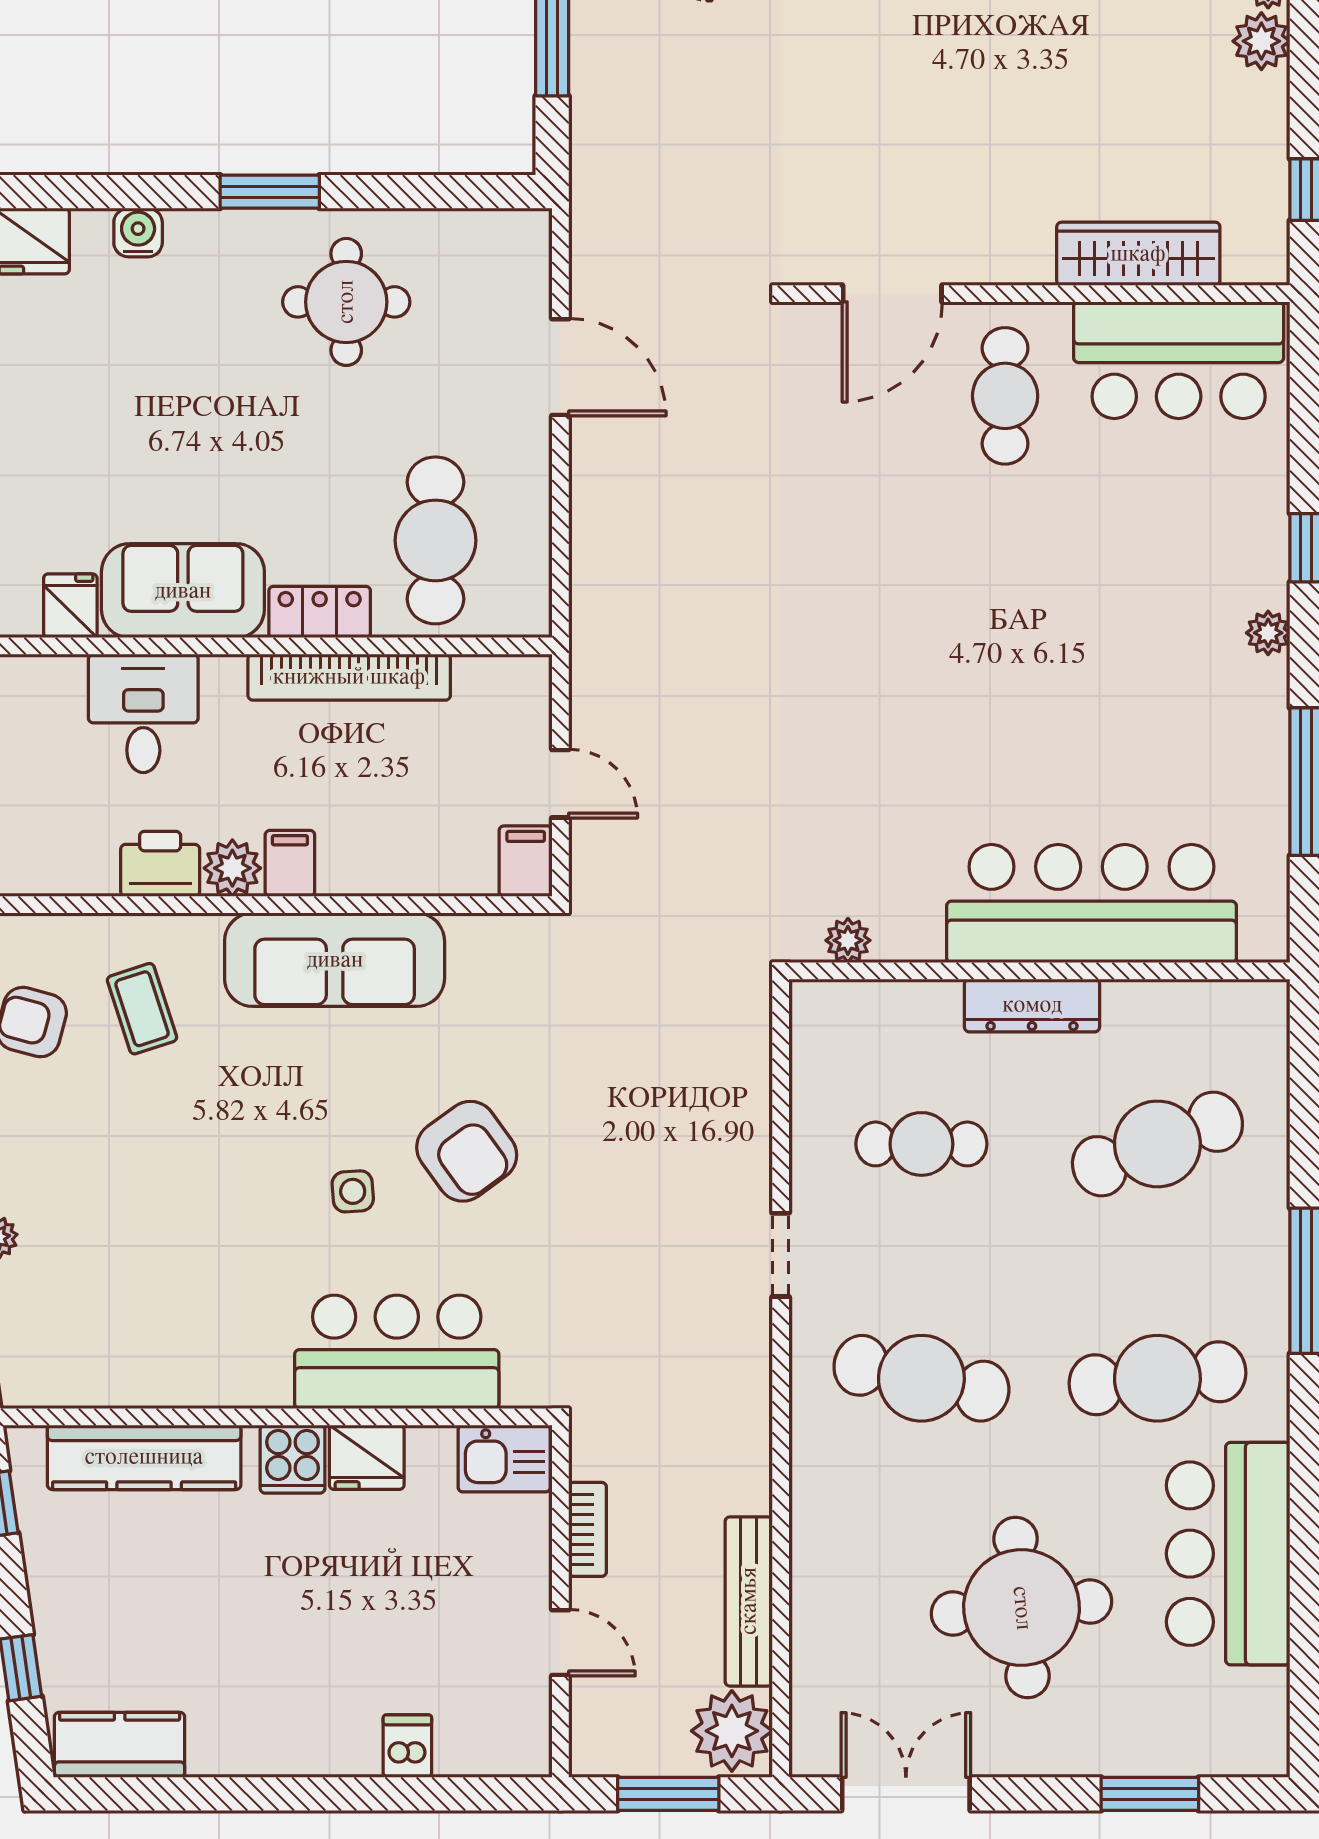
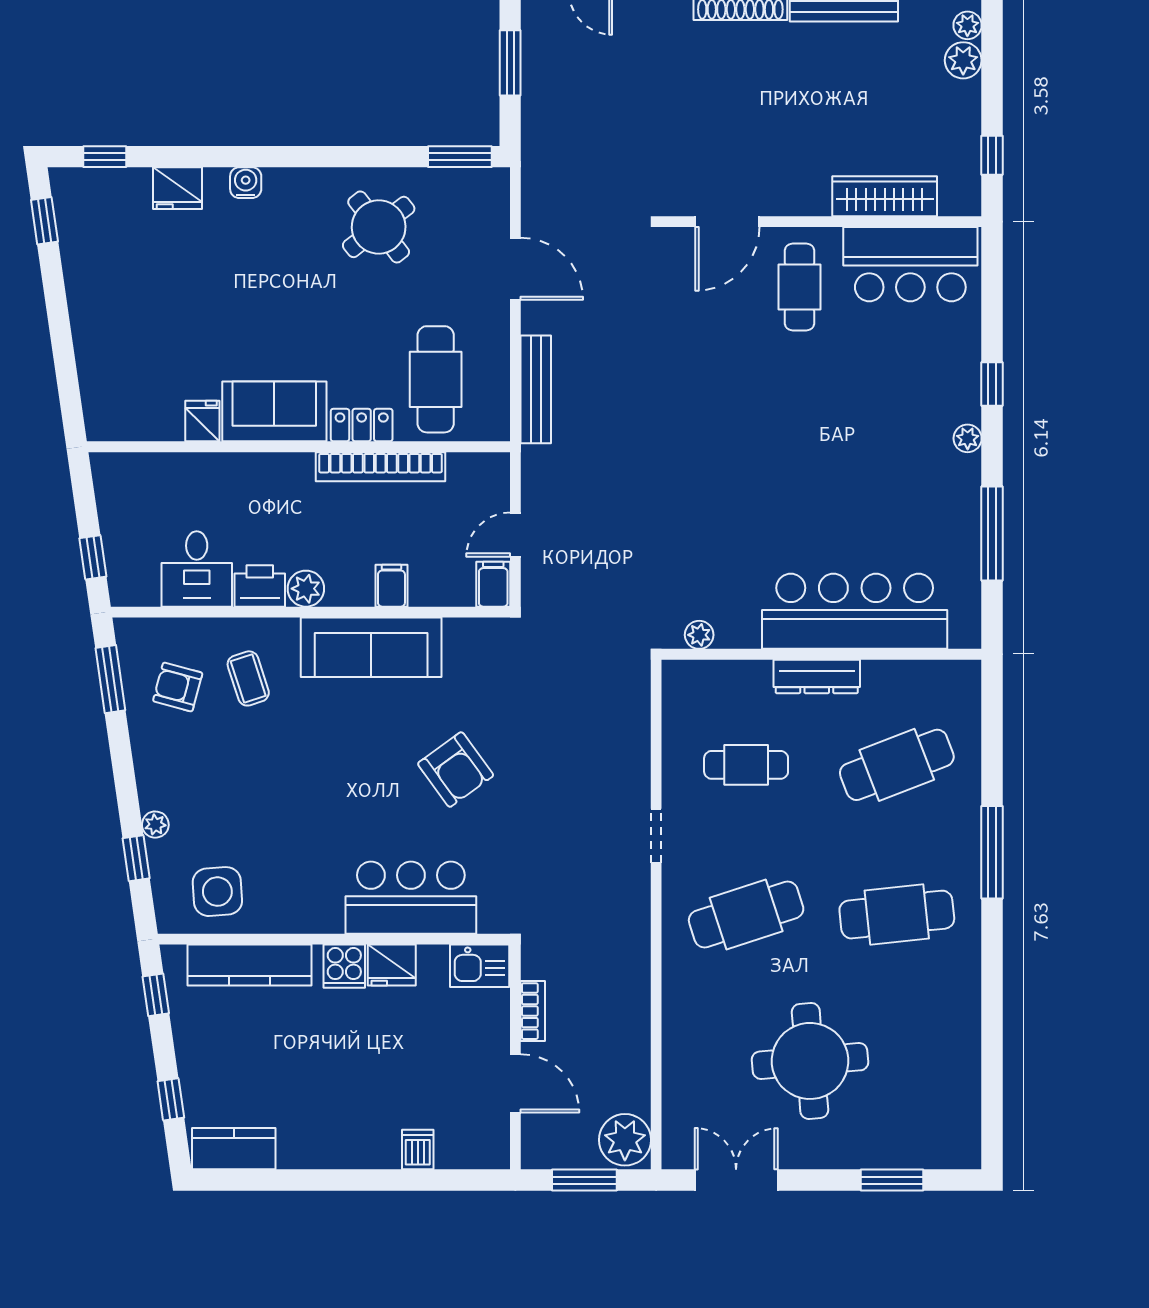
window: (270, 192) -> (460, 157), moved
round table: (346, 302) -> (379, 227), turned -38
desk: (143, 713) -> (197, 569), moved, turned 180
door: (560, 784) -> (515, 535), swing flipped
filing cabinet: (290, 863) -> (391, 586), moved
side table: (353, 1191) -> (217, 892), moved, width x1.87, depth x1.87
cafe table: (921, 1378) -> (746, 915), turned -30
bar counter: (1228, 1554) -> (942, 1027), removed
bench: (749, 1601) -> (536, 389), moved
door: (560, 1643) -> (515, 1083), width x1.38

